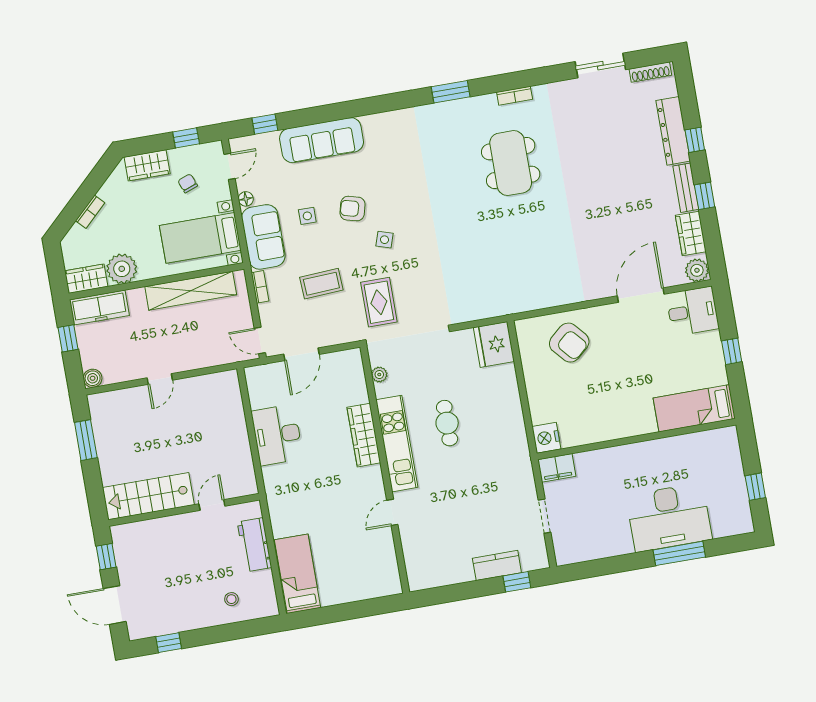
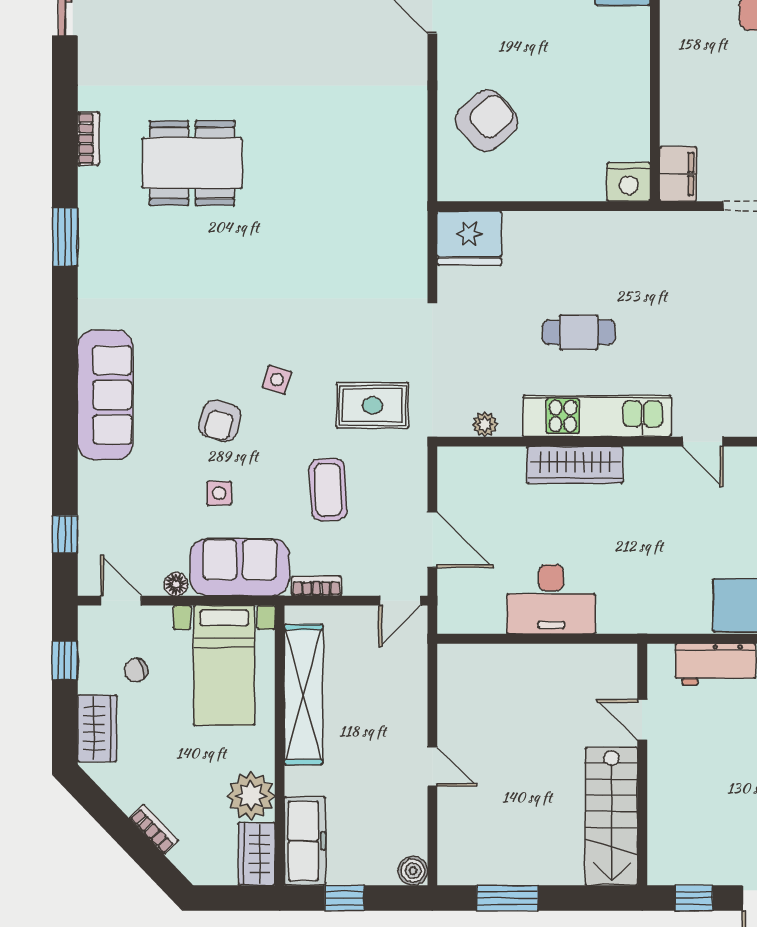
sofa: (322, 140) -> (105, 395), moved

